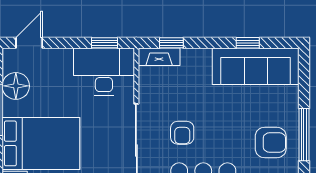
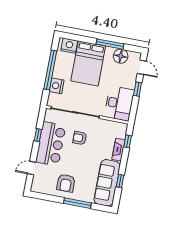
window: (105, 43) -> (138, 89), moved
fireplace: (159, 57) -> (119, 150), moved
window: (304, 135) -> (77, 203), moved

